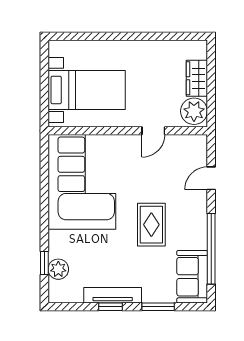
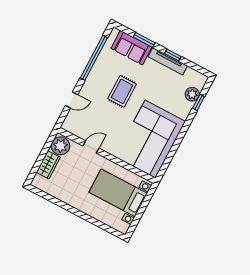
sofa: (192, 277) -> (131, 48), moved, turned 90

